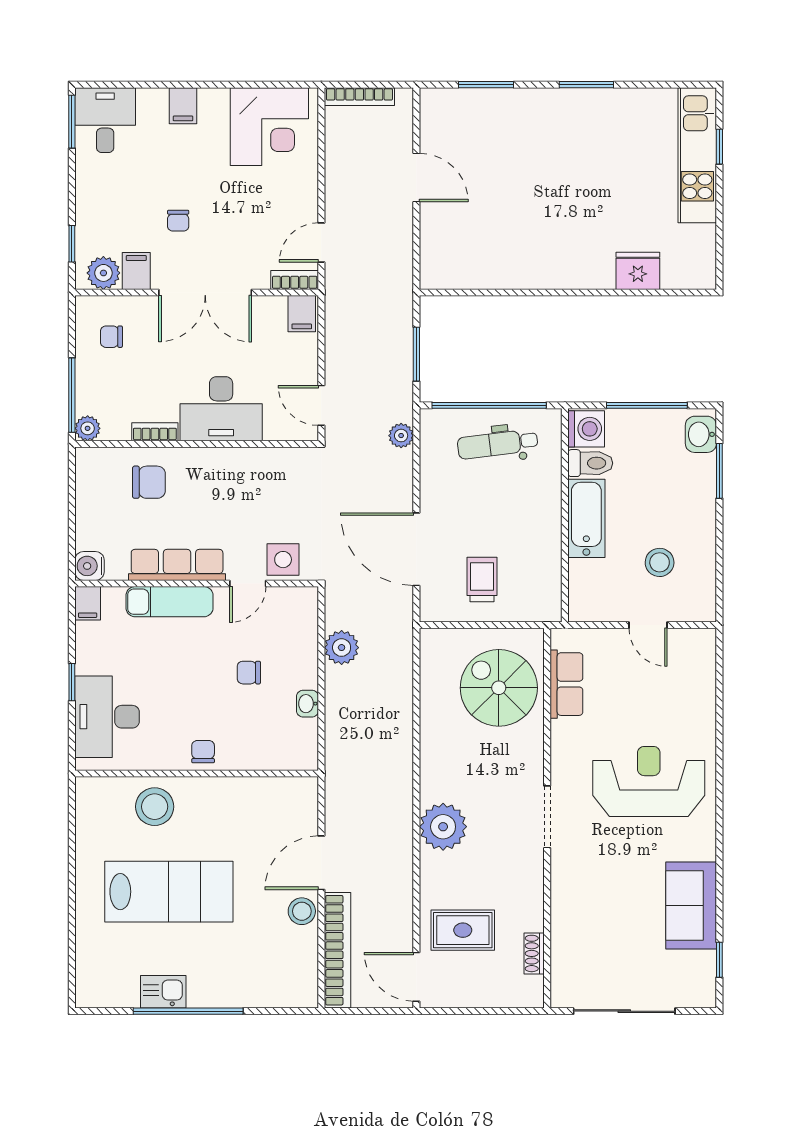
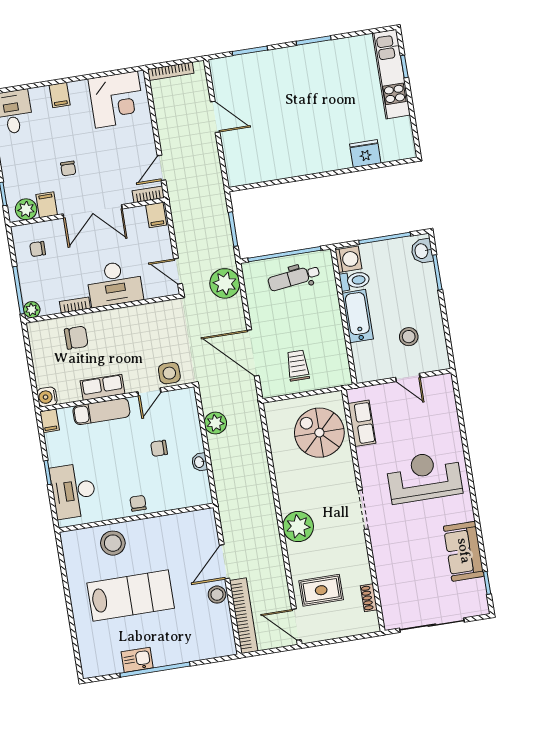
plant: (401, 436) -> (225, 283), width x1.88, depth x1.88
row of seats: (177, 565) -> (102, 387), width x0.68

